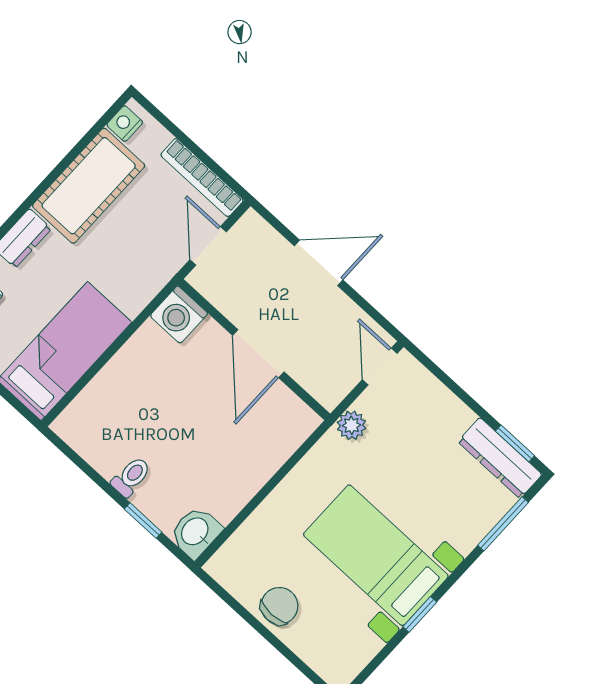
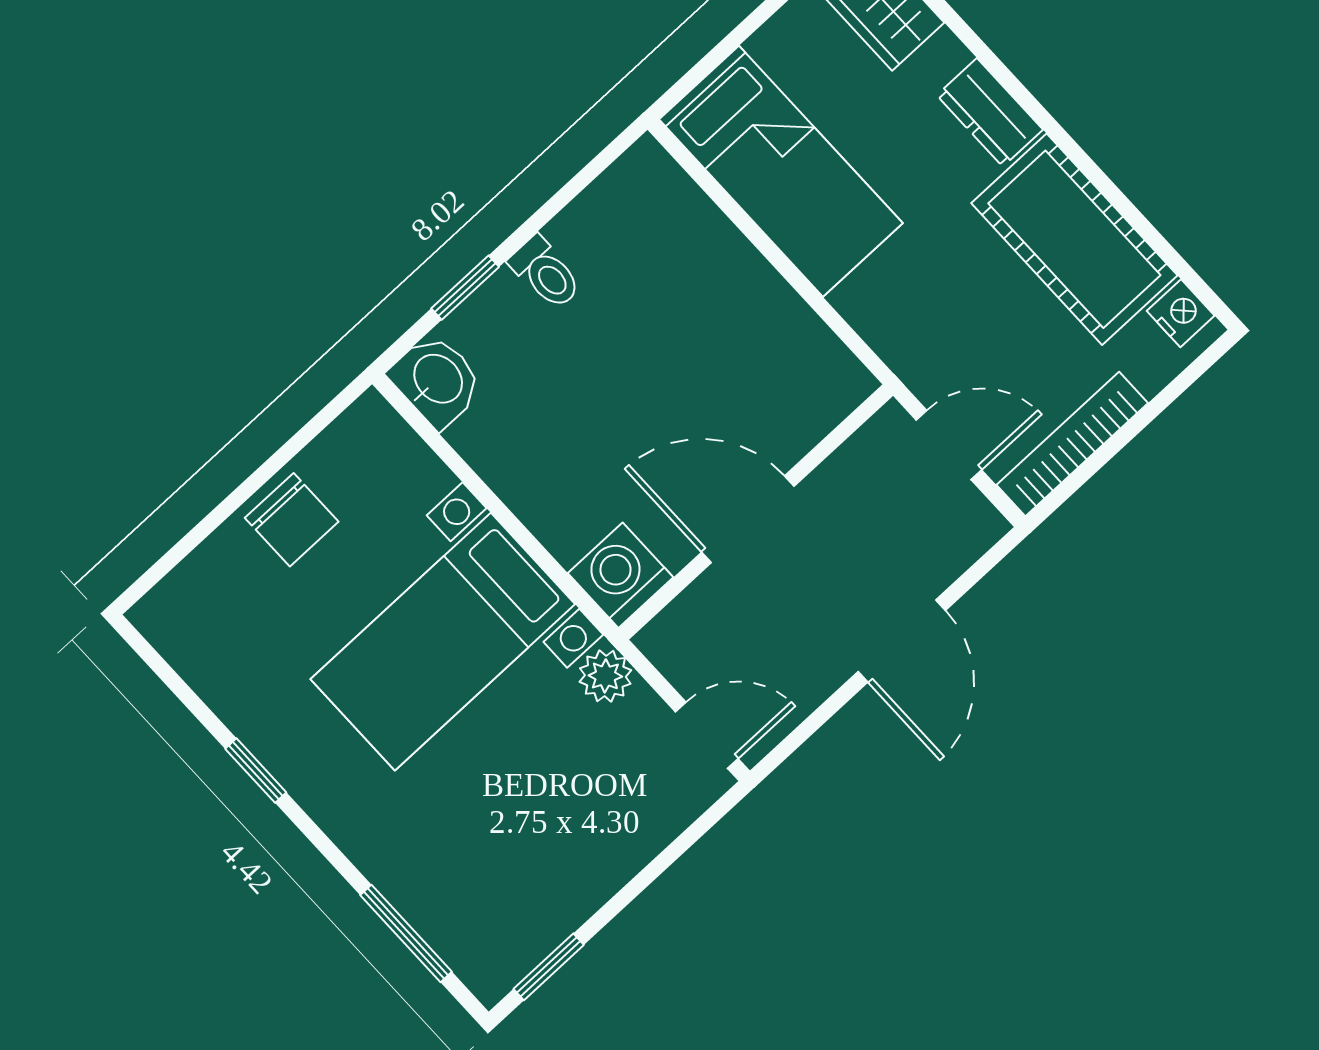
washing machine: (179, 315) -> (621, 575), moved
dresser: (500, 458) -> (525, 938), removed
bed with nightstands: (376, 555) -> (443, 642), moved, turned 180

